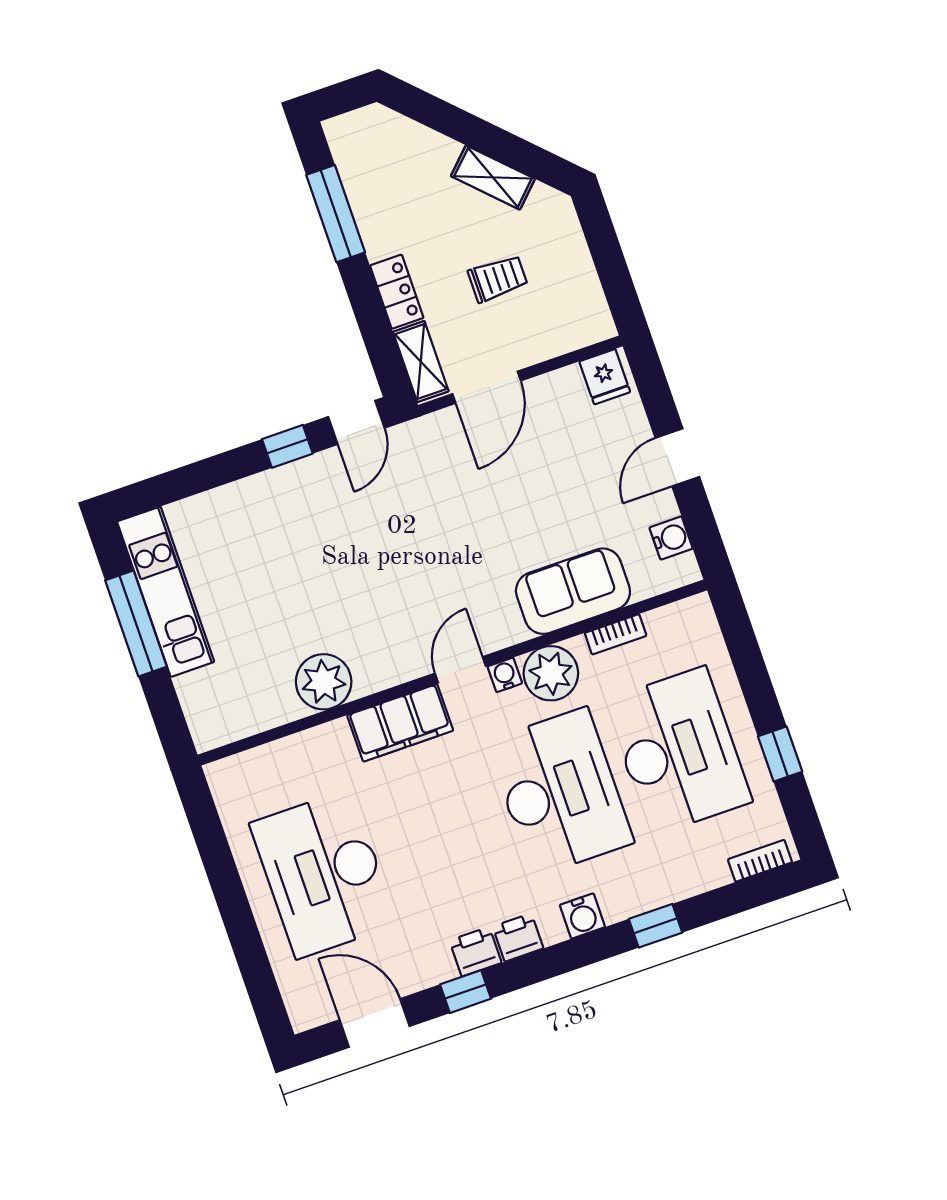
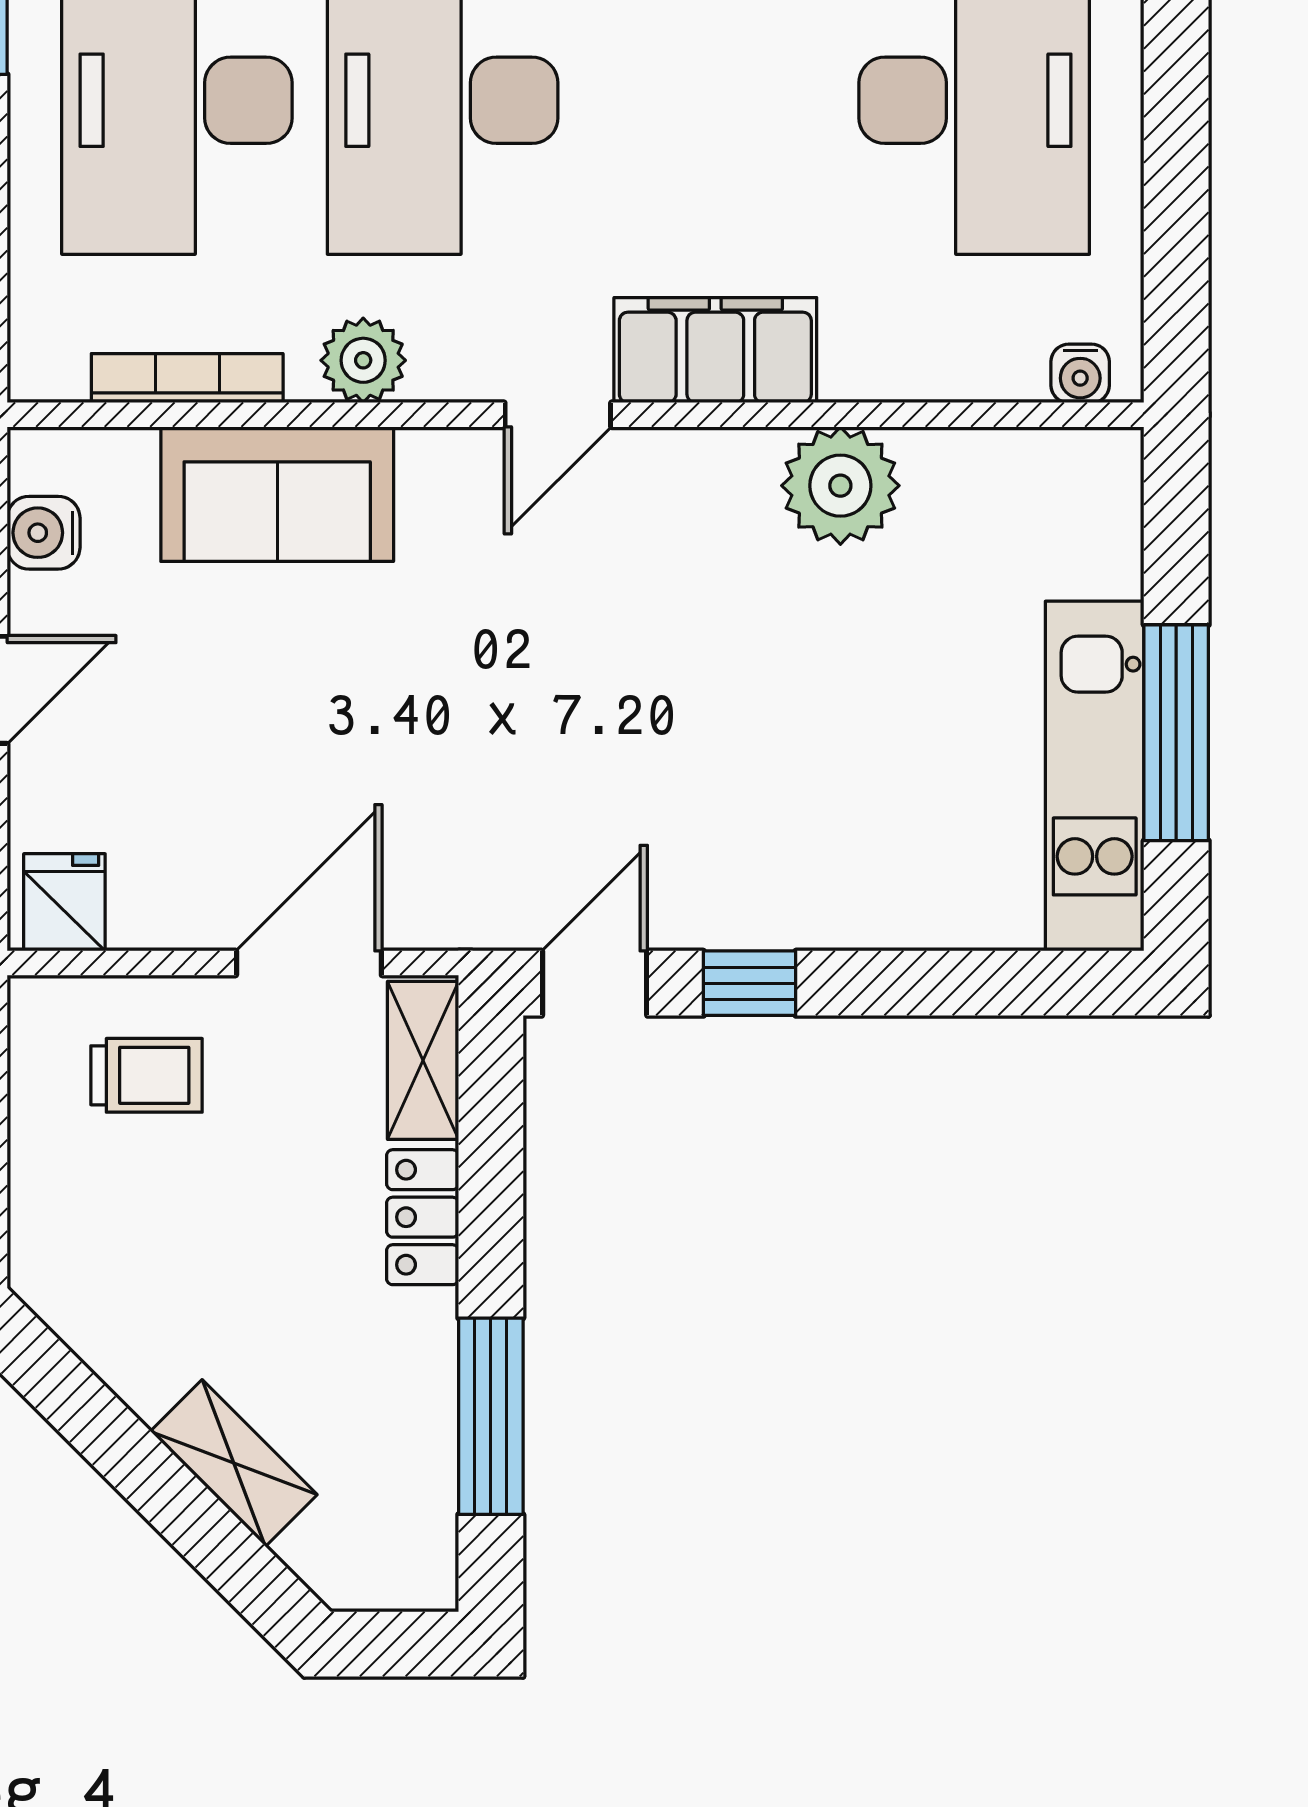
shelving: (493, 177) -> (234, 1463), moved
trolley: (498, 279) -> (146, 1075), moved, turned 180
bookcase: (616, 634) -> (187, 378), width x1.56
plant: (551, 673) -> (363, 360), width x0.73, depth x0.73
water cooler: (505, 675) -> (1080, 373), moved

